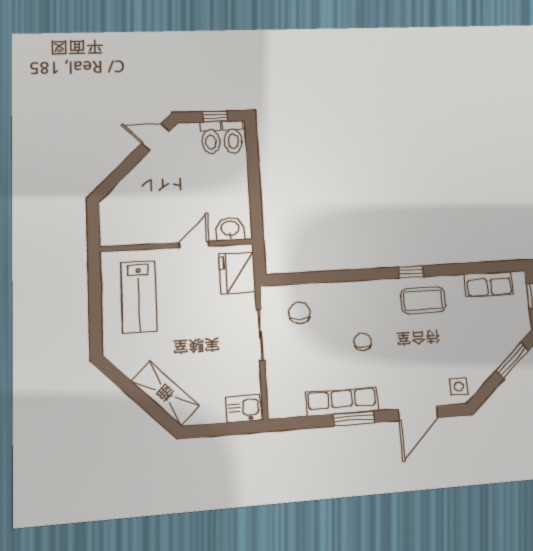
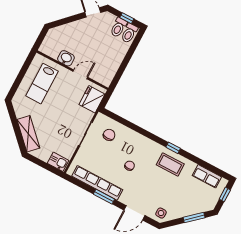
washbasin: (230, 229) -> (66, 58), moved
row of seats: (342, 402) -> (97, 183), width x1.36

